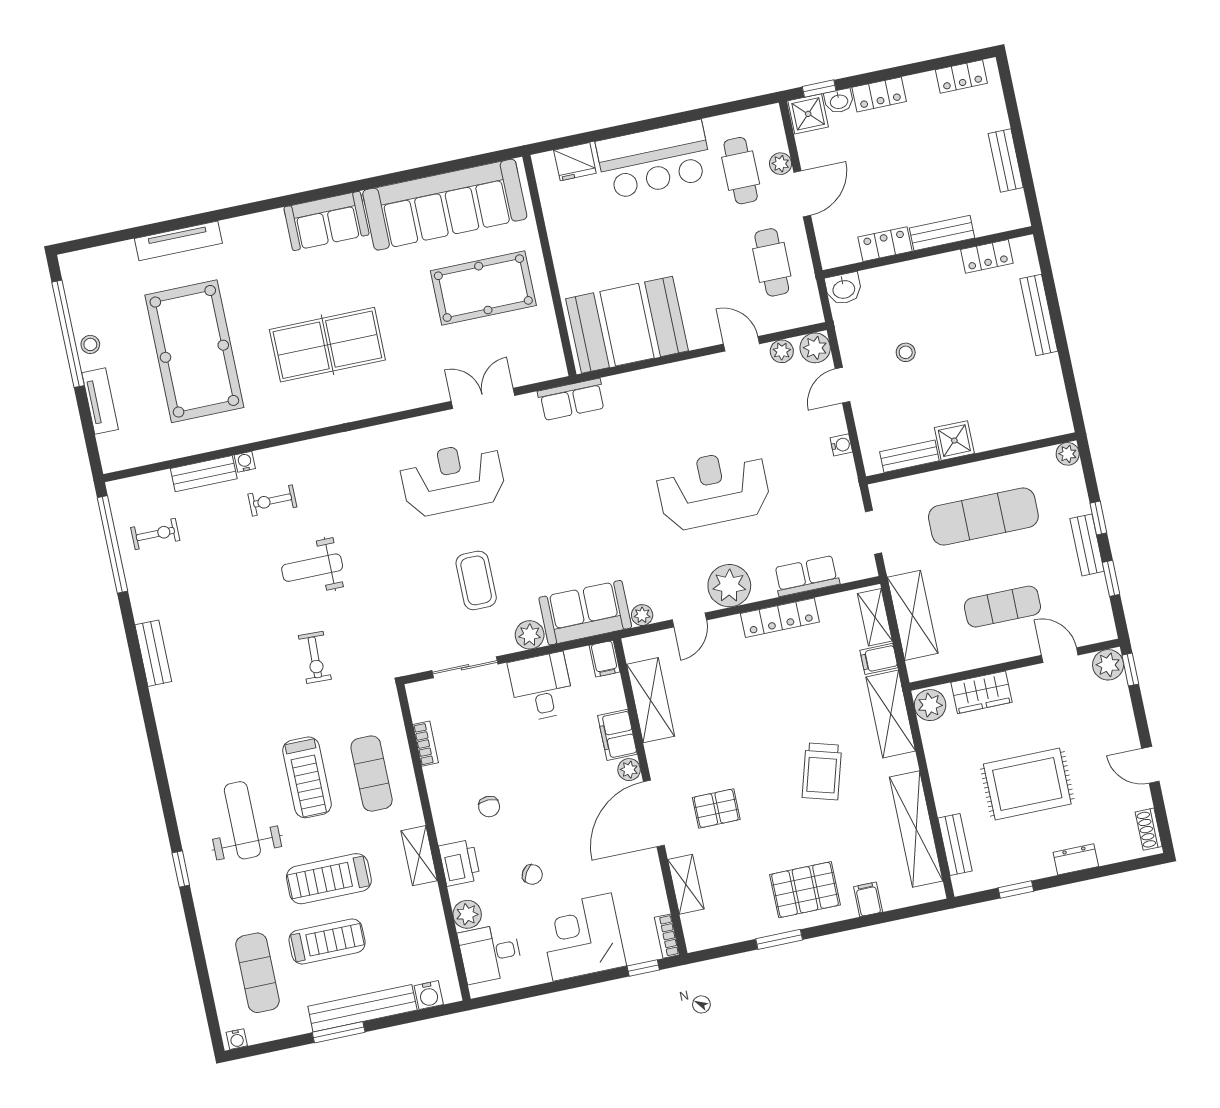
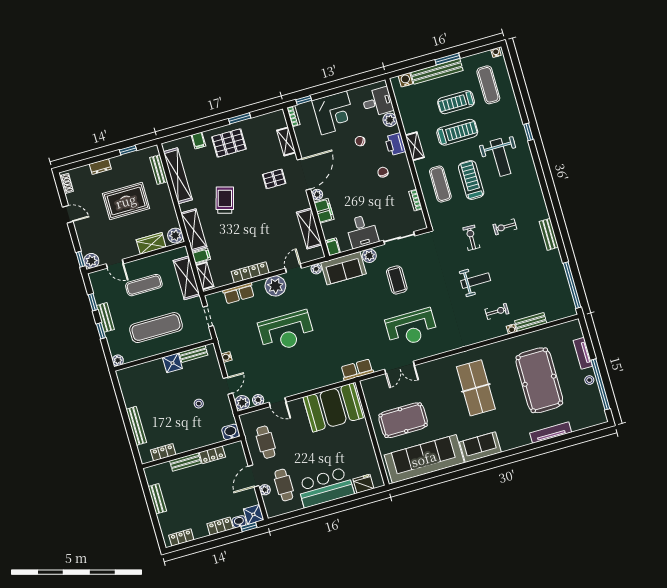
table tennis table: (327, 345) -> (476, 388), turned 90
exercise bike: (155, 534) -> (505, 227), moved

